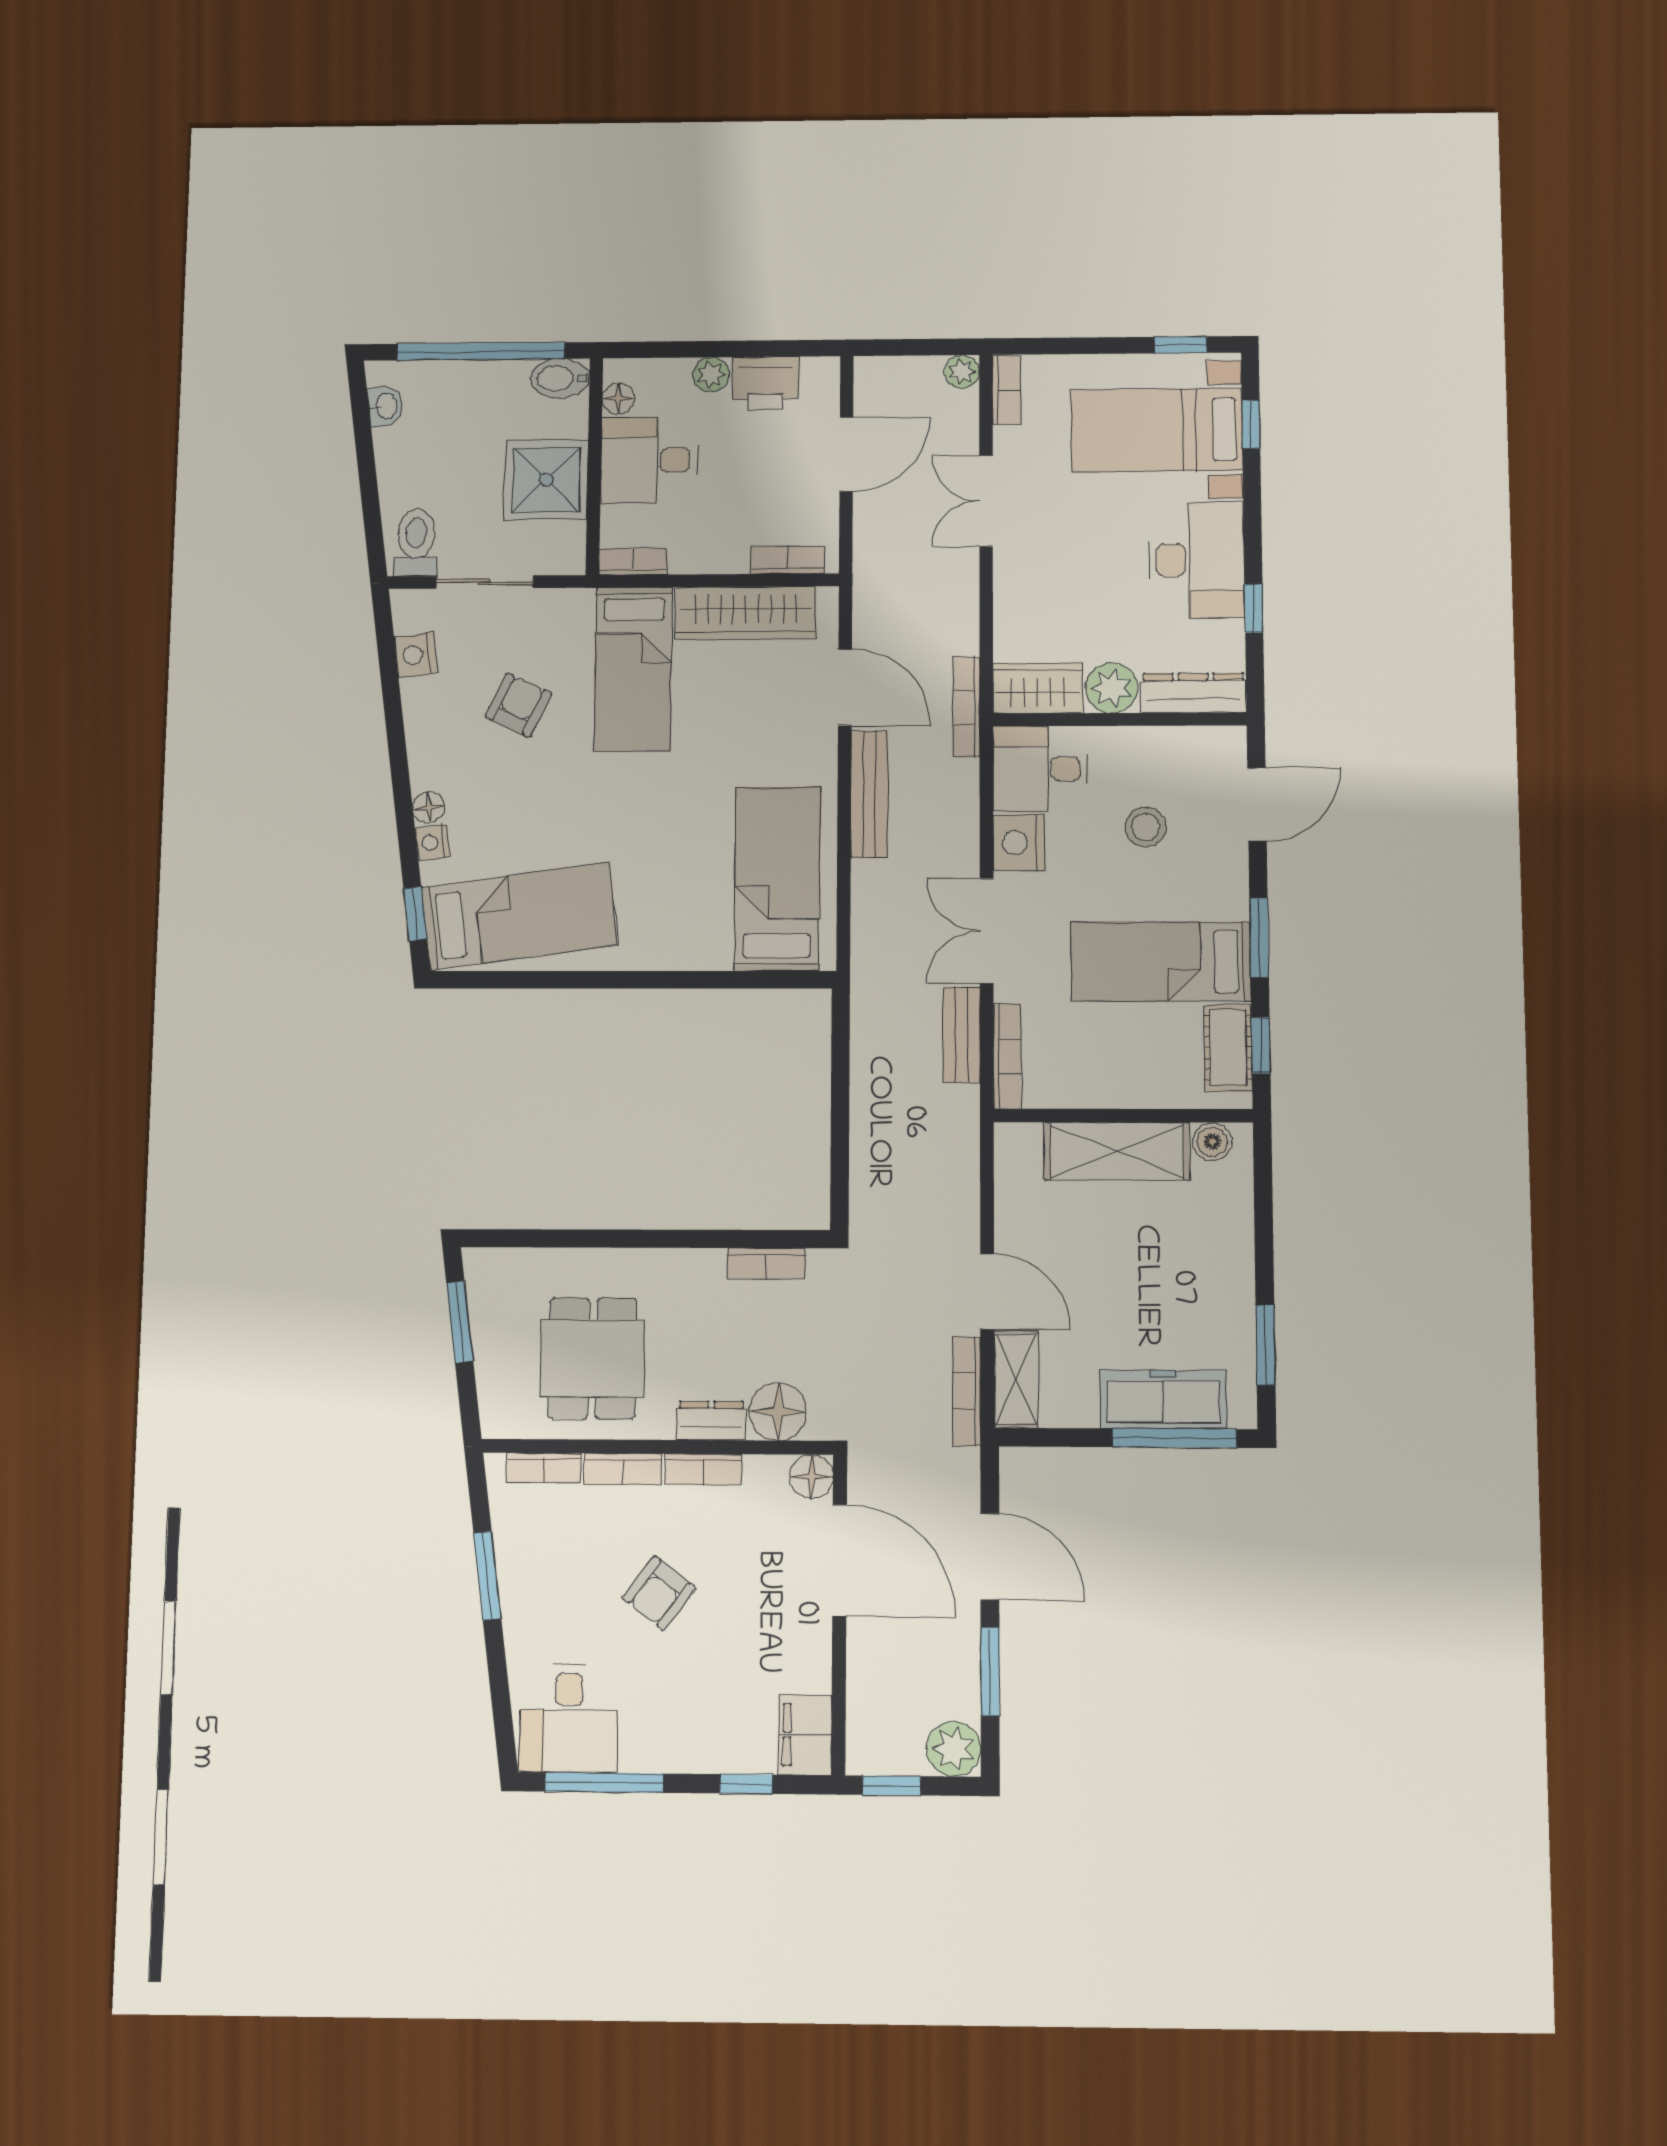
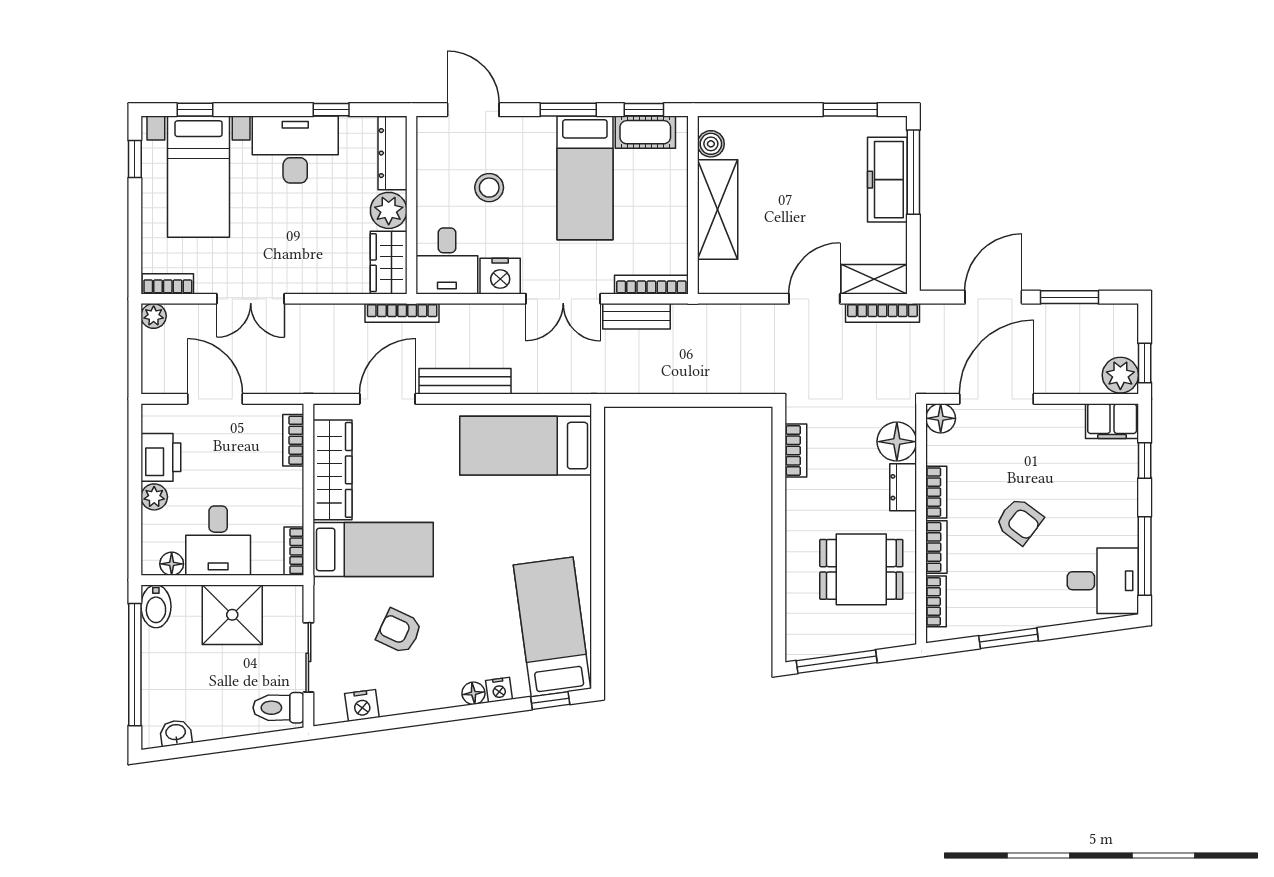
window: (460, 1322) -> (837, 662), width x1.44
plant: (954, 1749) -> (1120, 375), moved

